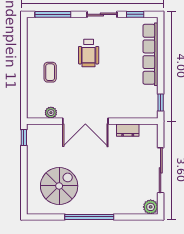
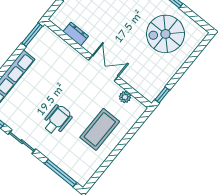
coffee table: (50, 72) -> (100, 129), width x1.86, depth x1.72
window: (161, 102) -> (32, 35), width x1.50
double door: (85, 121) -> (103, 68), width x0.73

